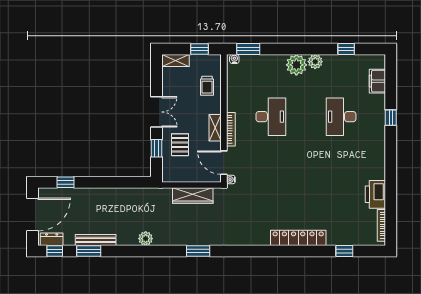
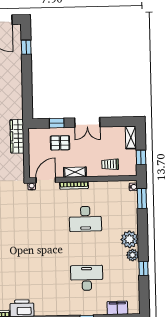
window: (346, 49) -> (143, 268), moved
wardrobe: (193, 196) -> (17, 136), moved

